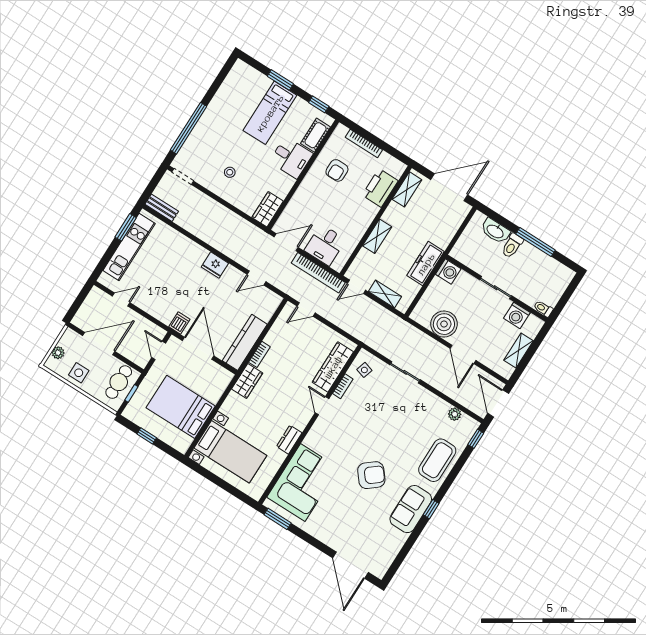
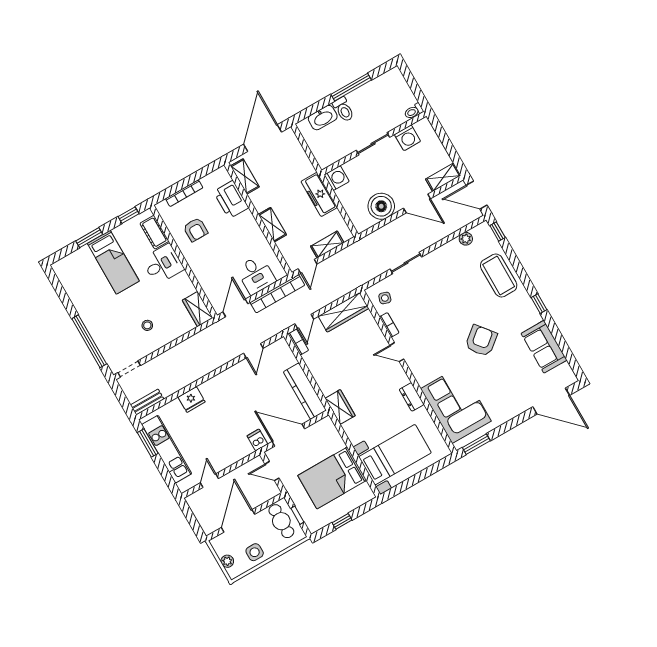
fridge: (215, 265) -> (192, 399), moved
shelving: (519, 351) -> (443, 177), moved, turned 90
bookcase: (259, 354) -> (298, 342), moved
wardrobe: (333, 367) -> (343, 312), moved, turned -90
sofa: (411, 509) -> (544, 347), moved

